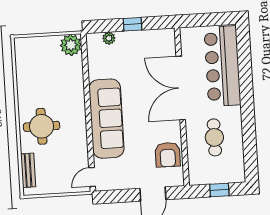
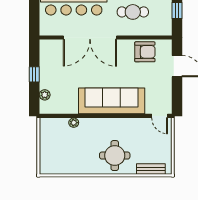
plant: (71, 45) -> (74, 123), moved, width x0.53, depth x0.53

